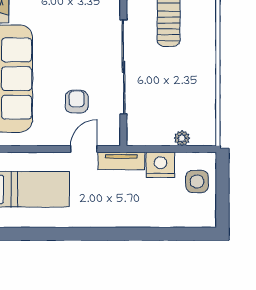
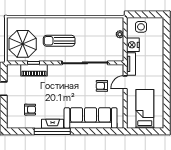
door: (84, 149) -> (125, 82), hinge flipped

